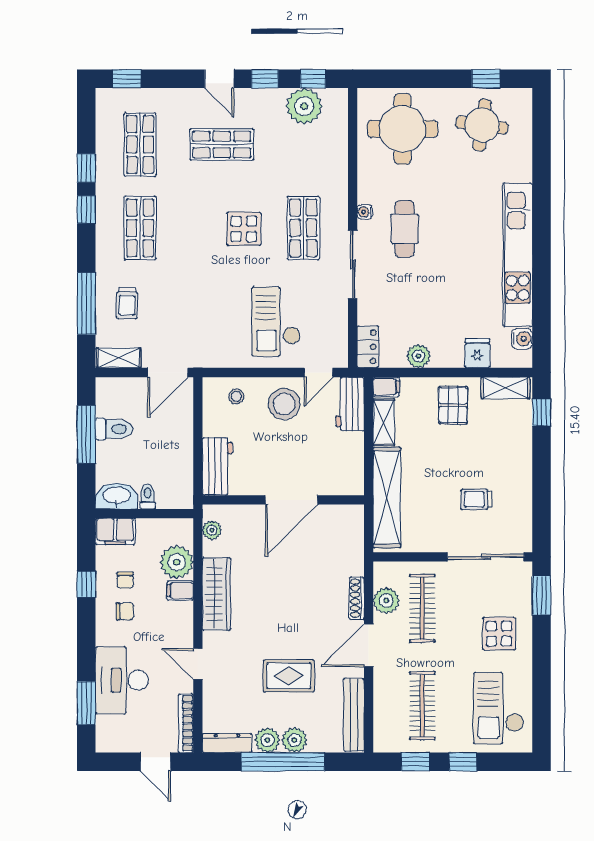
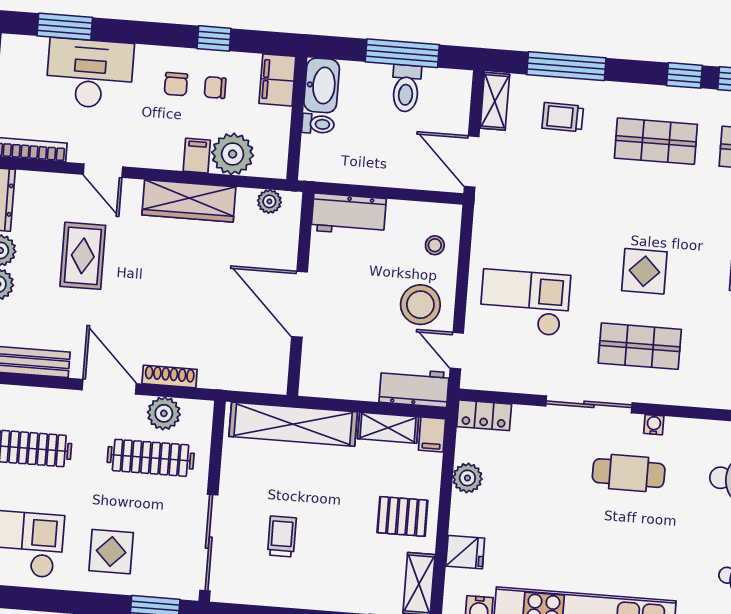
door: (198, 664) -> (103, 171), swing flipped
rug: (289, 676) -> (83, 256), moved

